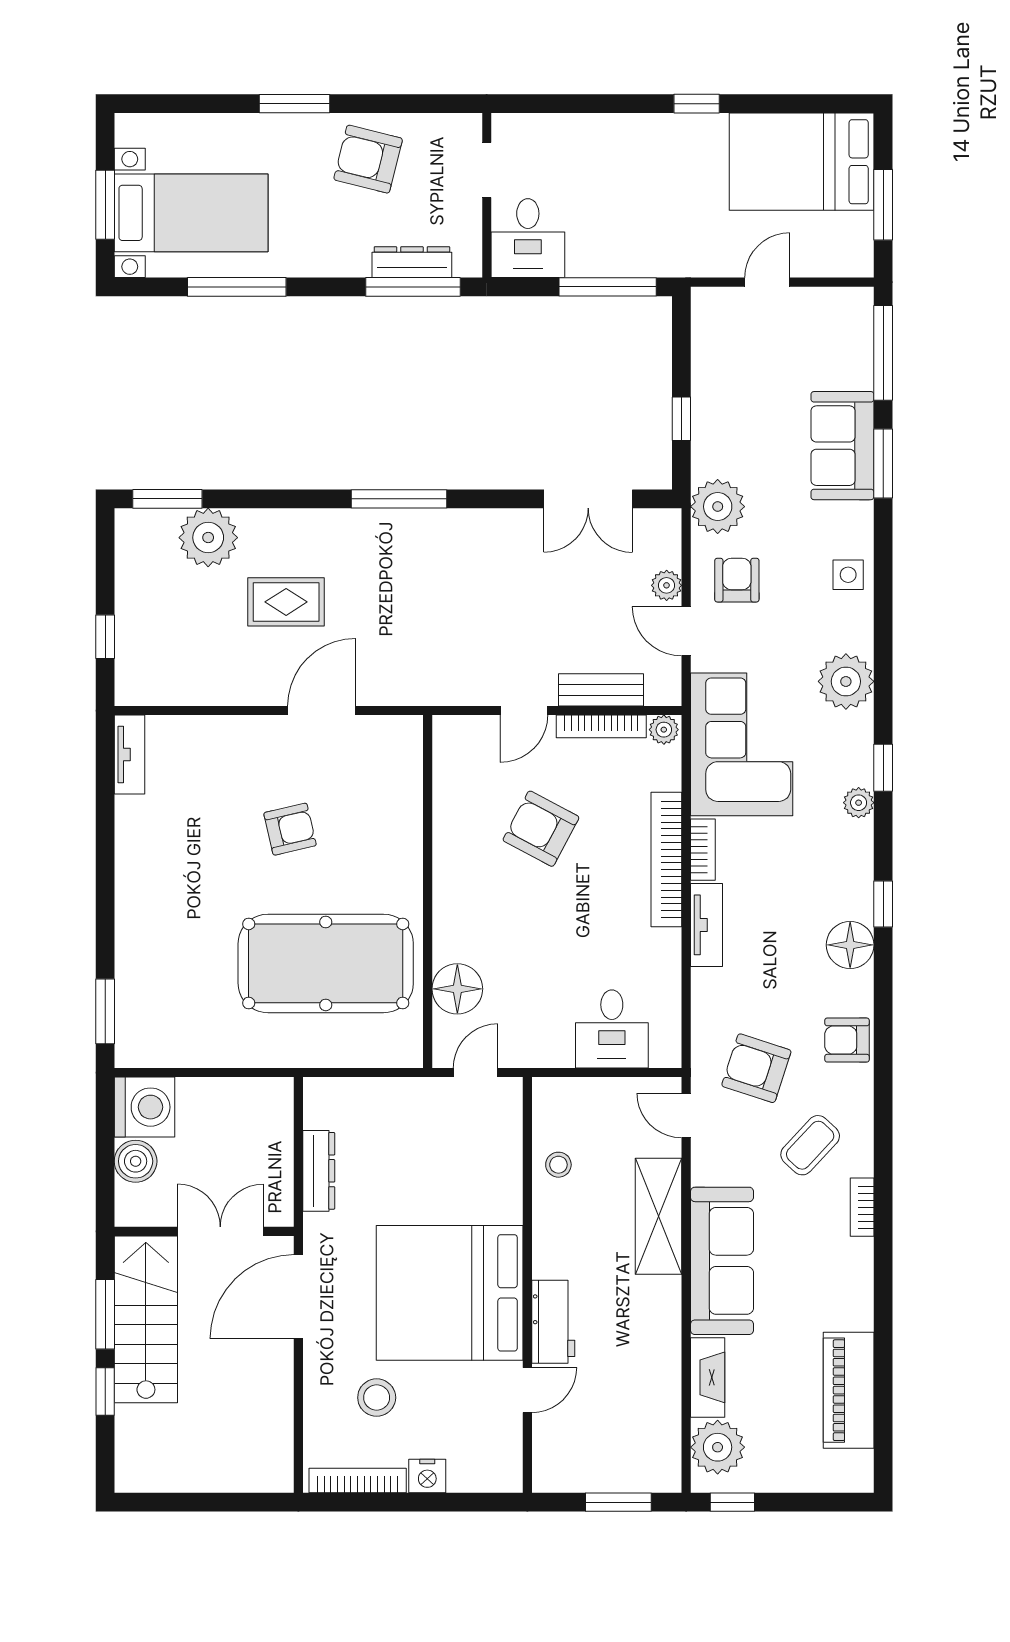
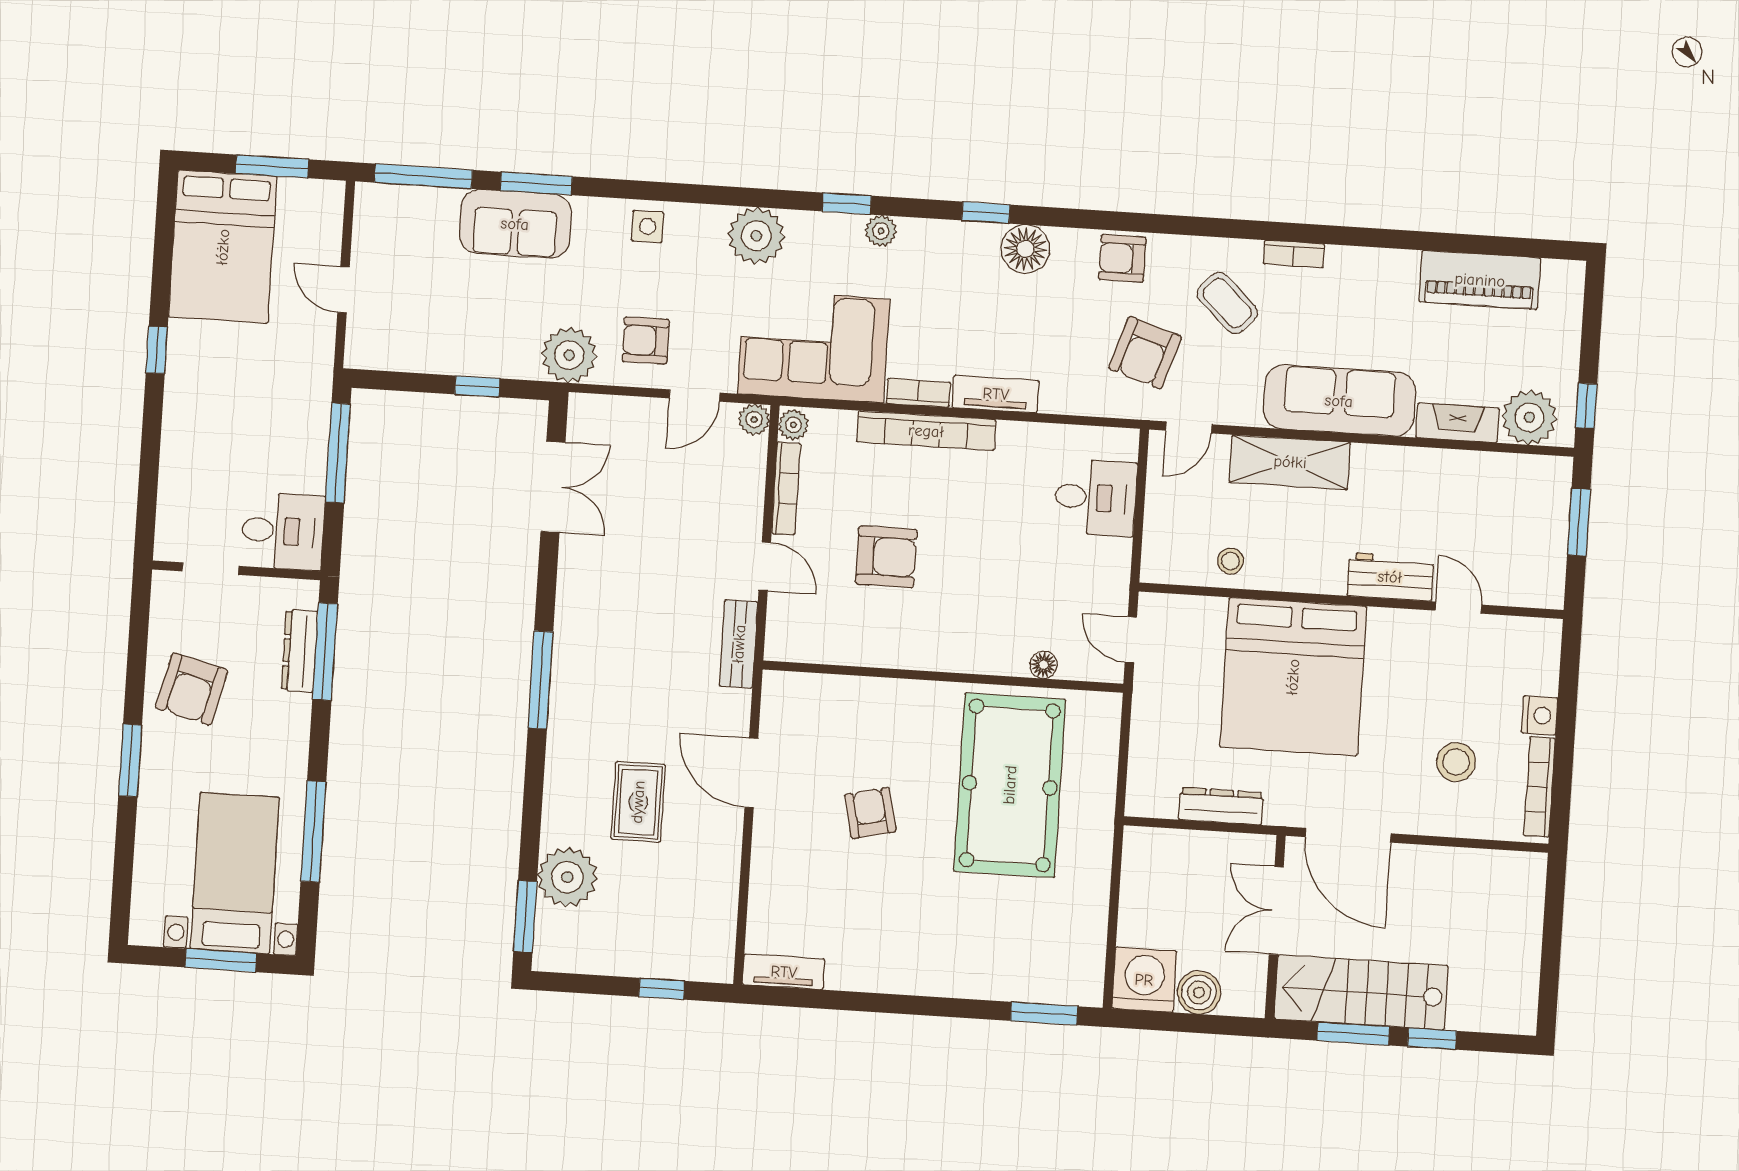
plant: (667, 585) -> (754, 420), moved
bench: (601, 690) -> (739, 644), moved
armchair: (541, 829) -> (886, 557), turned -118
floor lamp: (457, 989) -> (1044, 665), width x0.53, depth x0.53
armchair: (847, 1040) -> (1122, 258), turned 90
bed: (450, 1293) -> (1293, 677), moved

